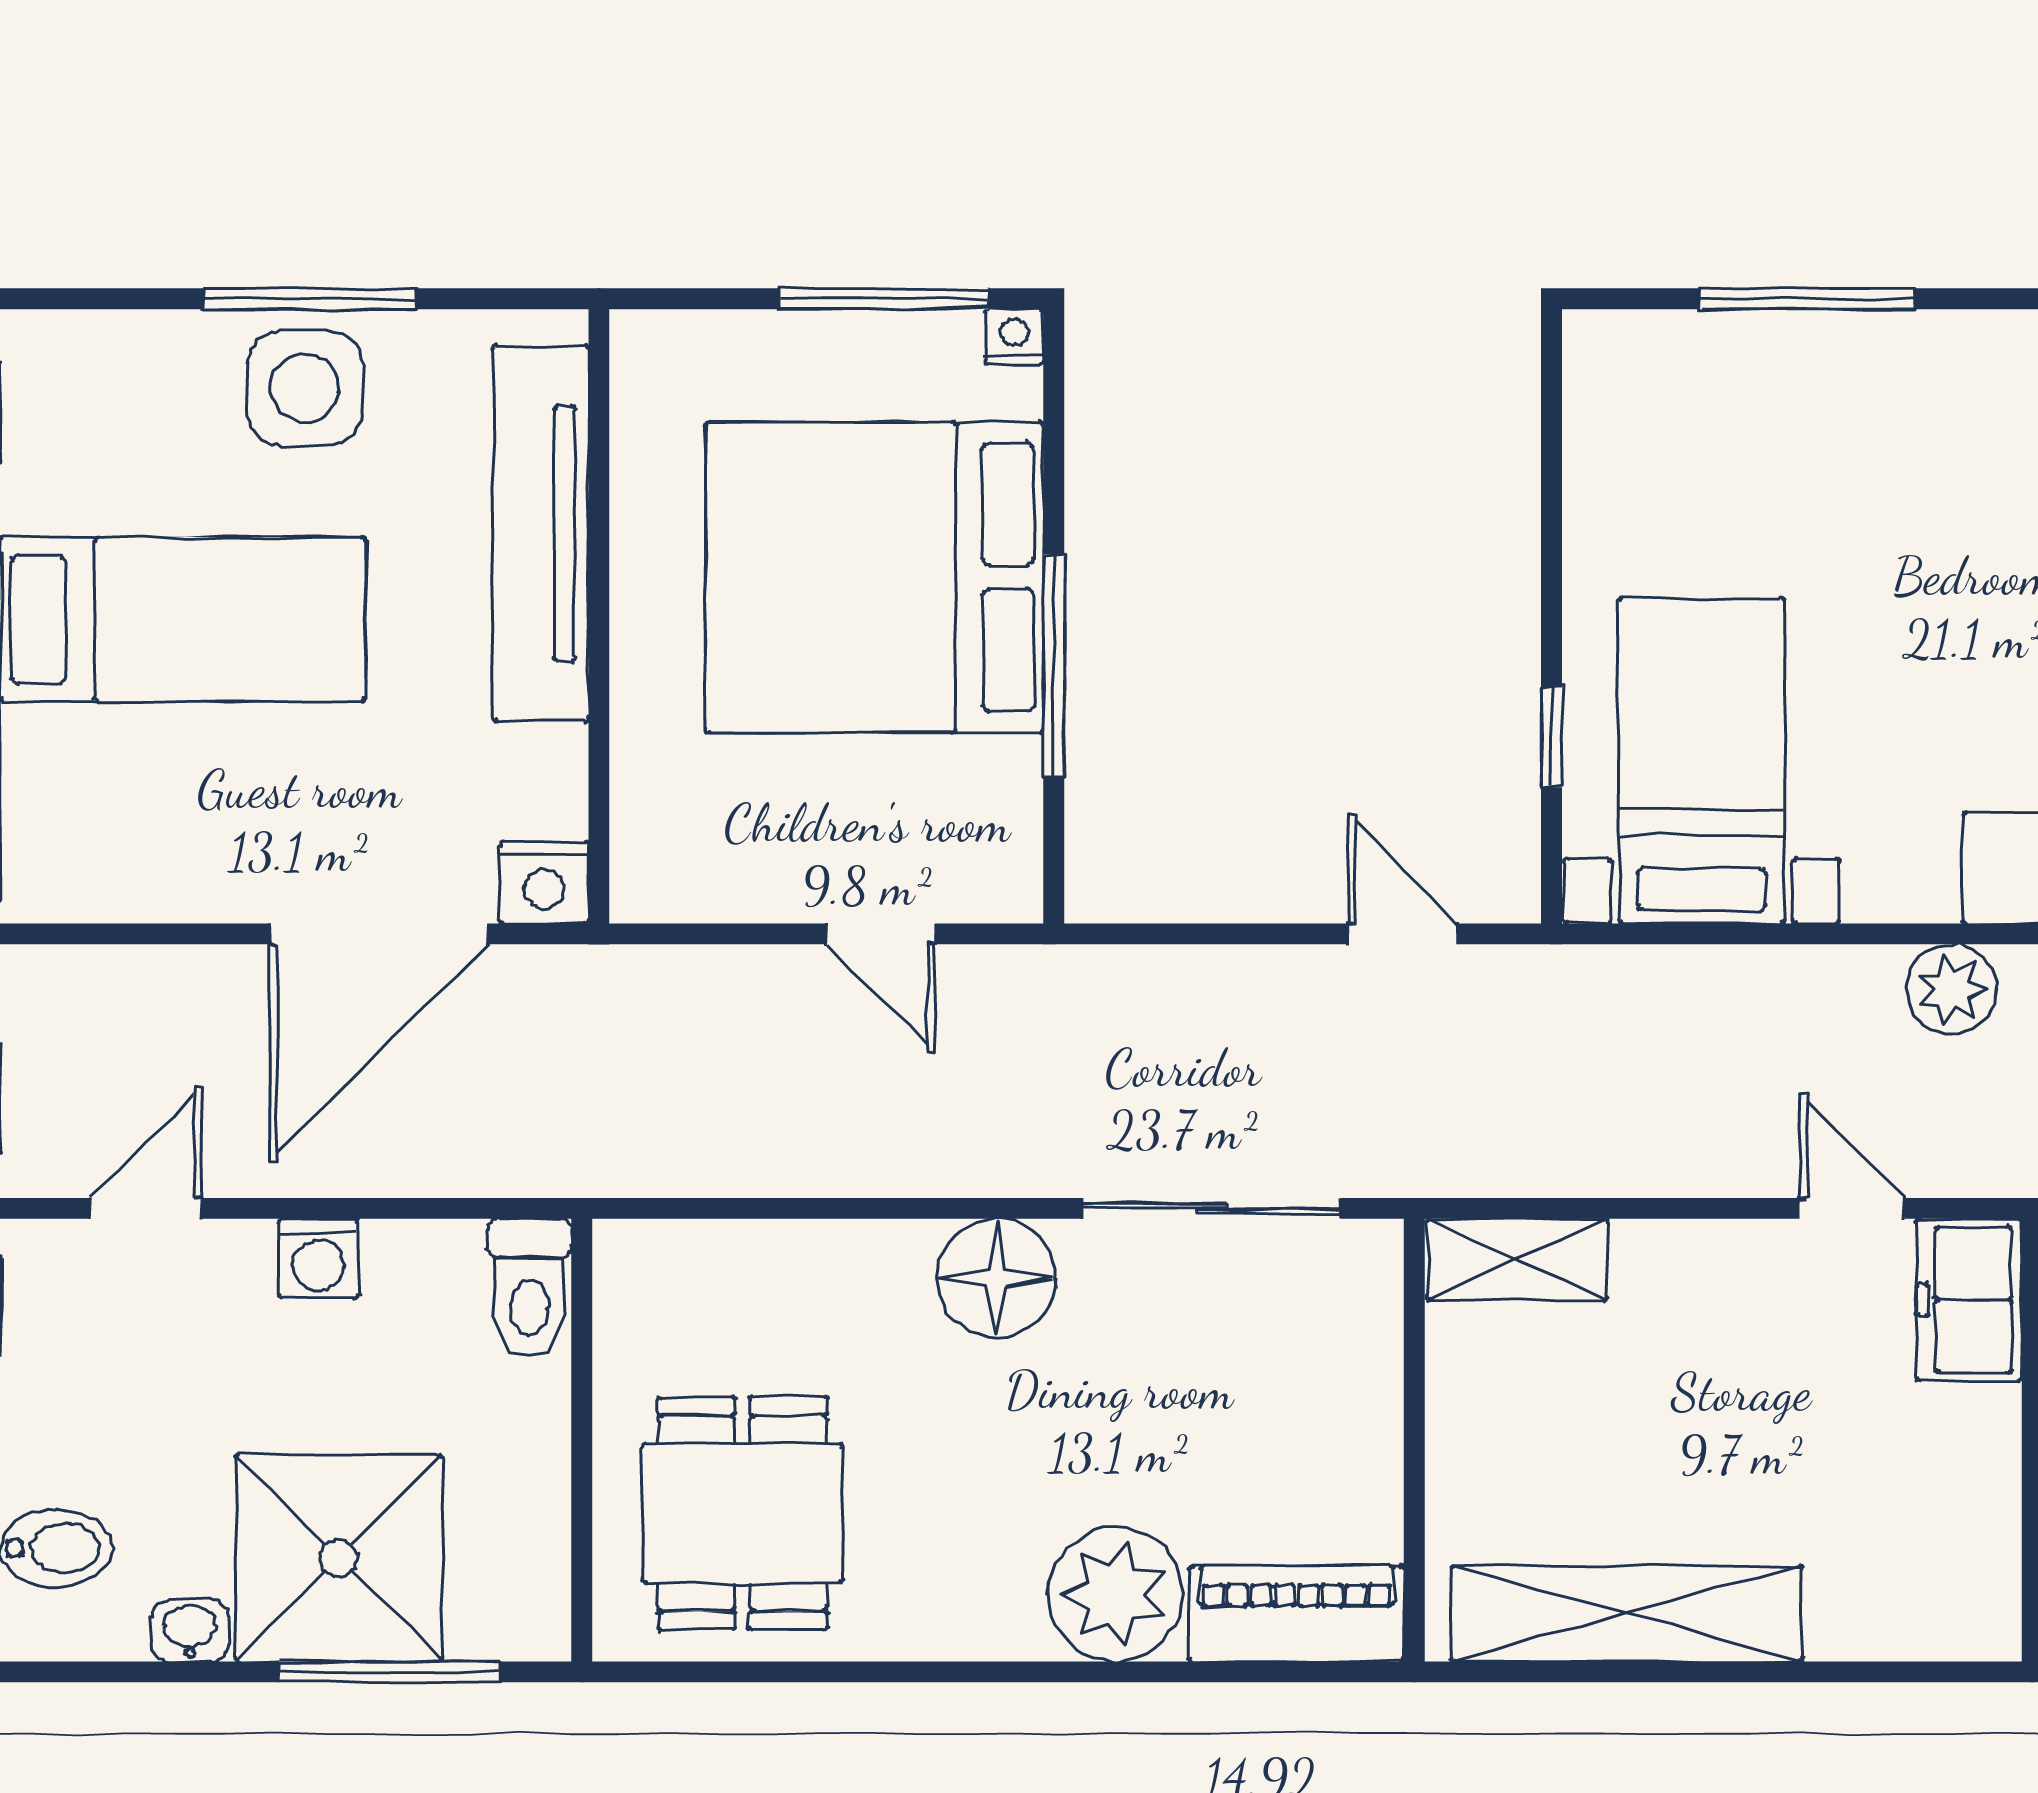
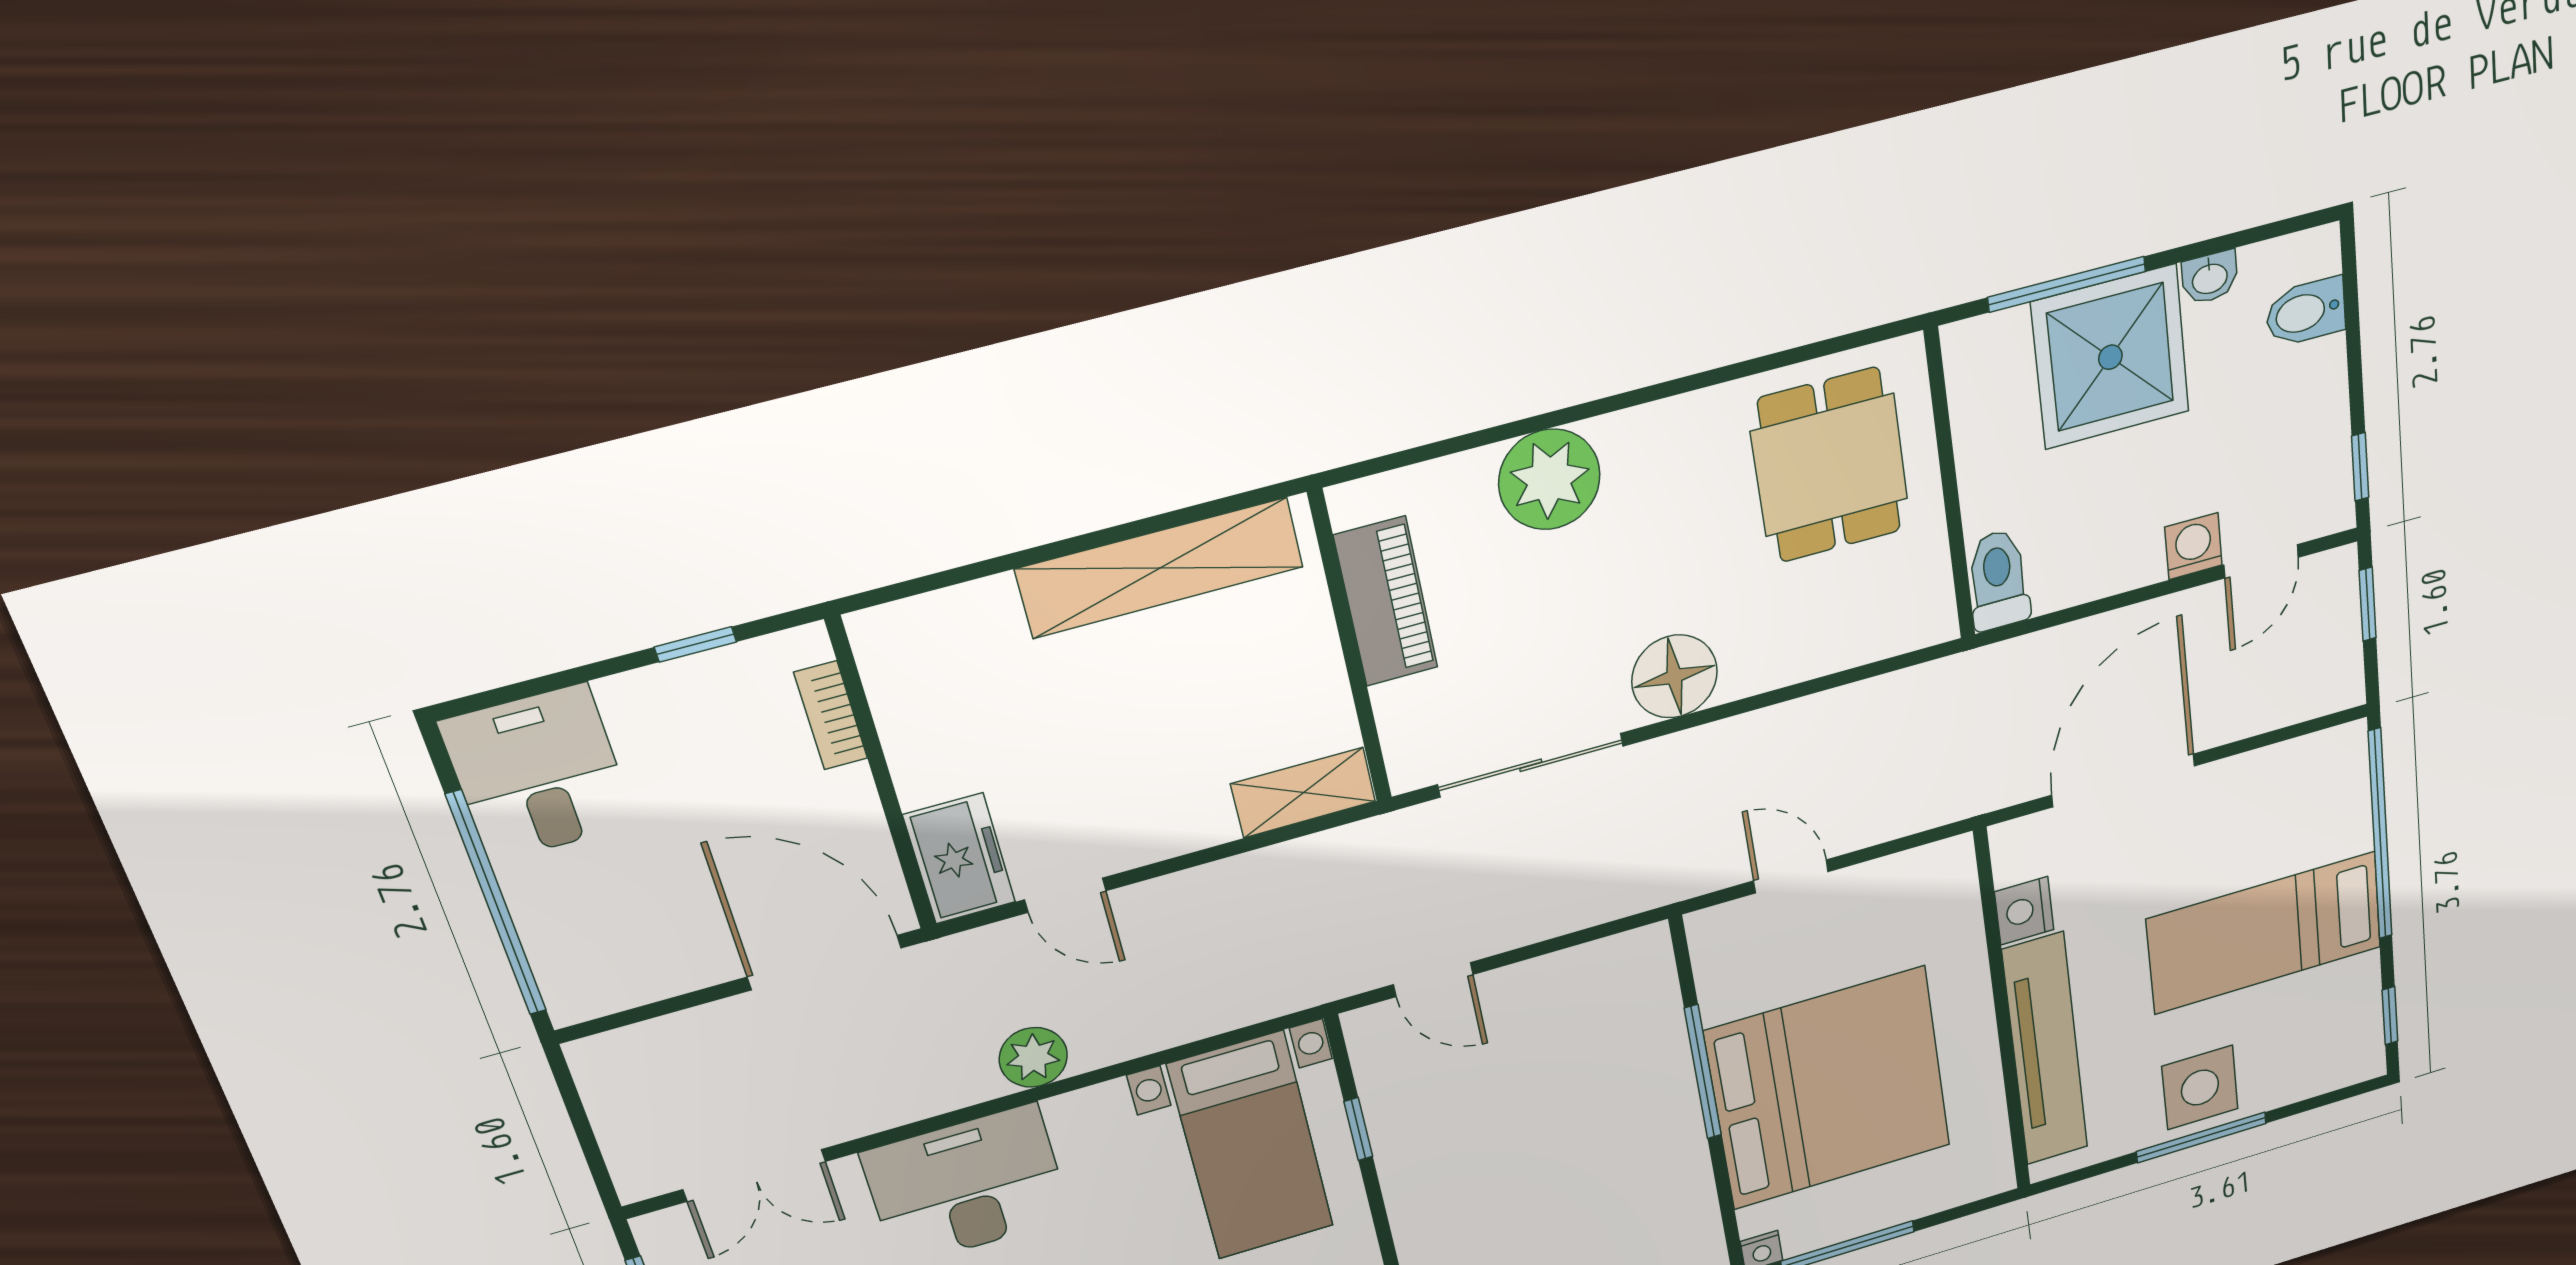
nightstand: (544, 883) -> (2024, 911), moved, turned -90
washing machine: (319, 1258) -> (2193, 546), moved
piano: (1297, 1614) -> (1386, 602), moved, turned -90

